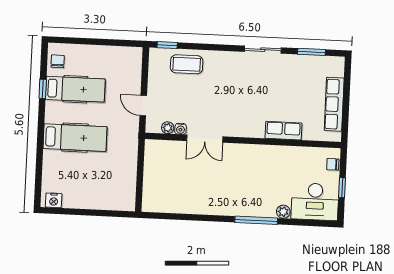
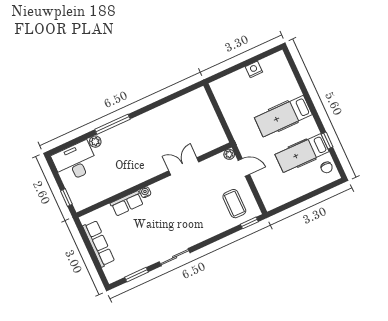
coffee table: (187, 64) -> (234, 204), moved, turned 90
plant: (168, 128) -> (229, 154), moved
water cooler: (181, 129) -> (145, 192), moved
chair: (333, 164) -> (76, 197), removed
window: (342, 188) -> (66, 198), moved
nightstand: (54, 200) -> (254, 69), moved

